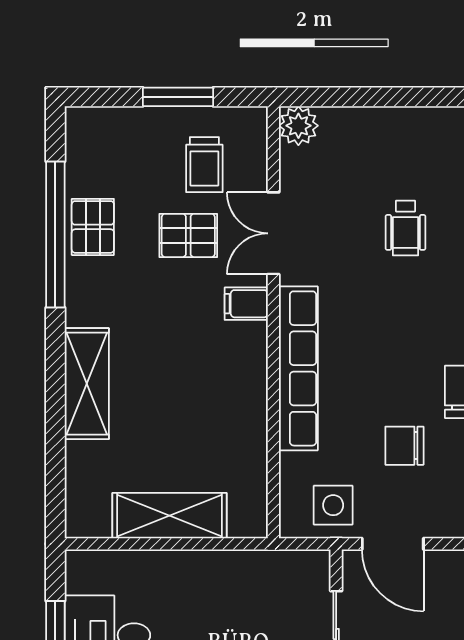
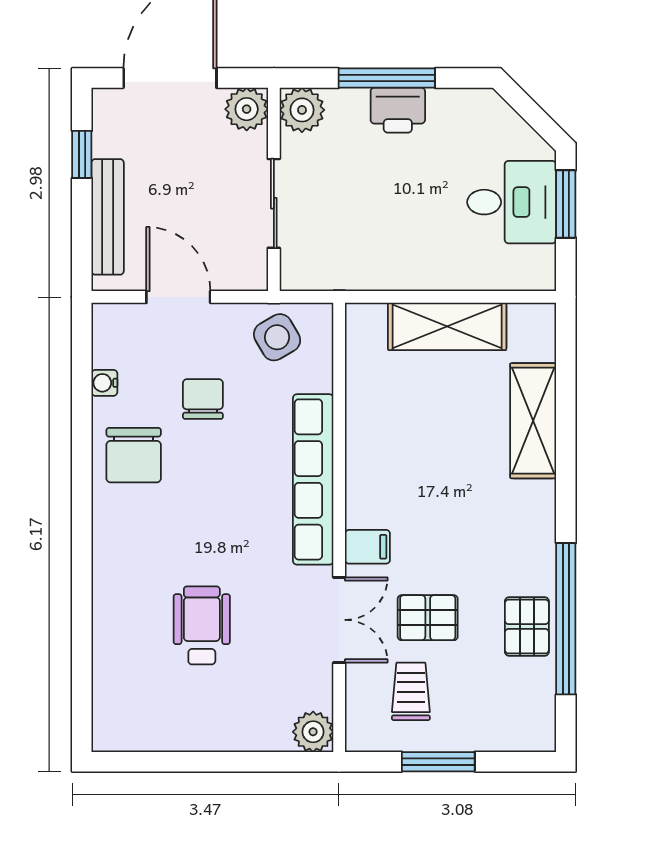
wheelchair: (405, 228) -> (202, 625), width x1.36, depth x1.37
shelving: (87, 384) -> (533, 421), moved
chair: (404, 446) -> (203, 399), turned -90
side table: (333, 505) -> (277, 337), turned -30
door: (393, 544) -> (178, 297), moved

